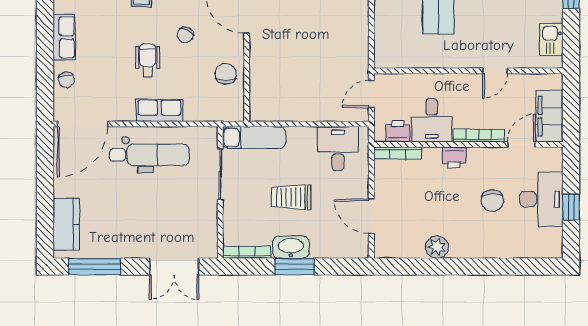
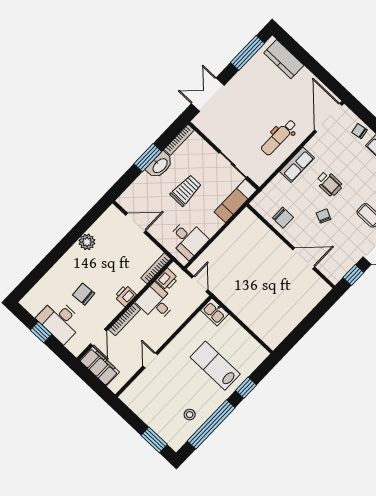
kitchen sink: (551, 40) -> (215, 312), moved, turned 180
dental chair: (149, 155) -> (279, 137), width x0.73, depth x0.72

